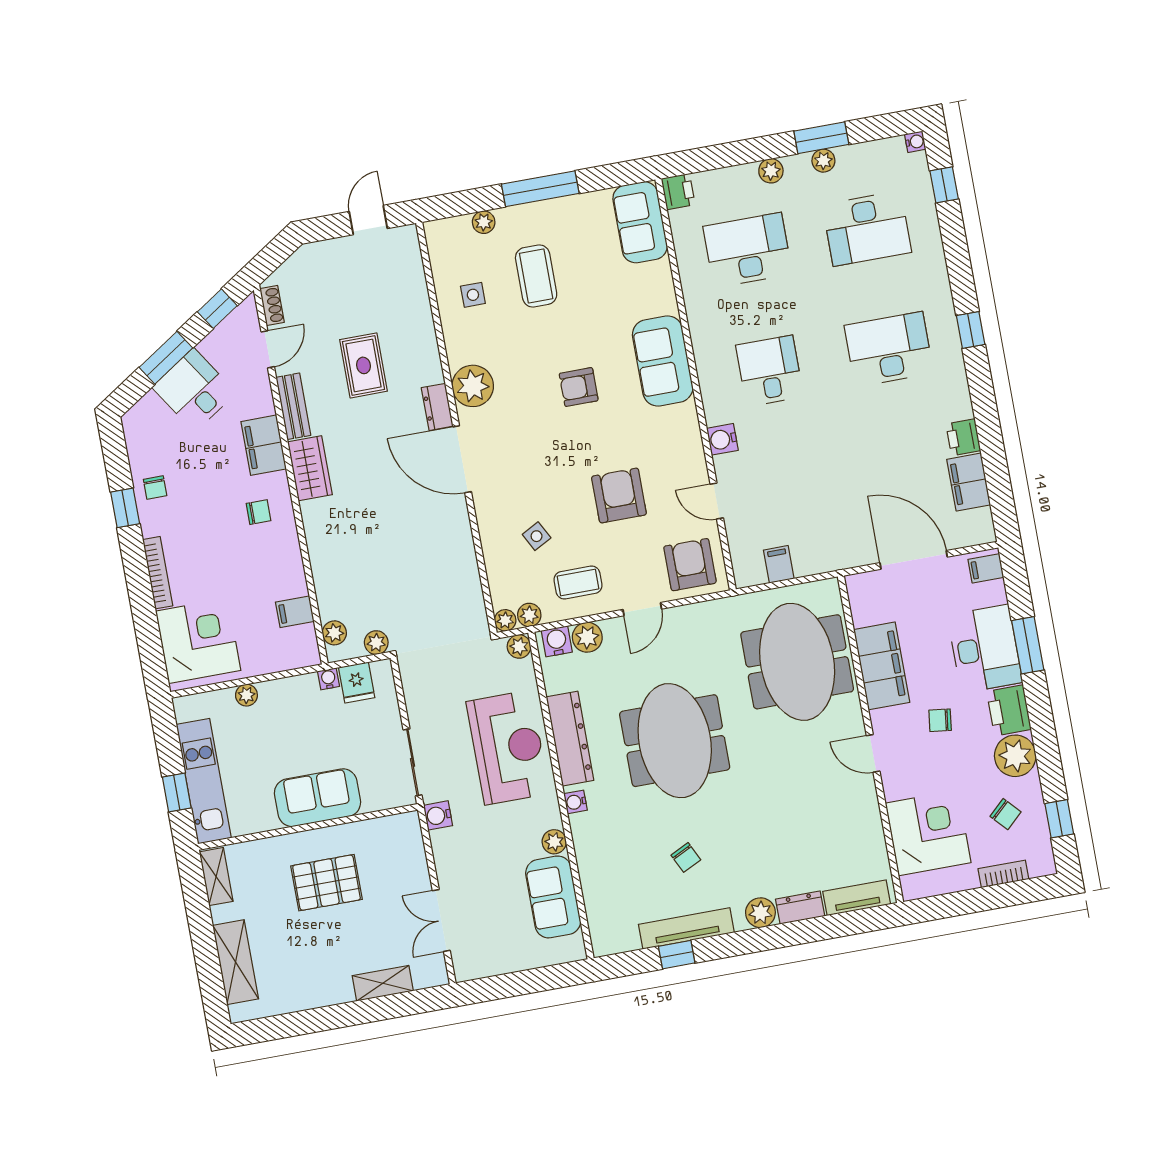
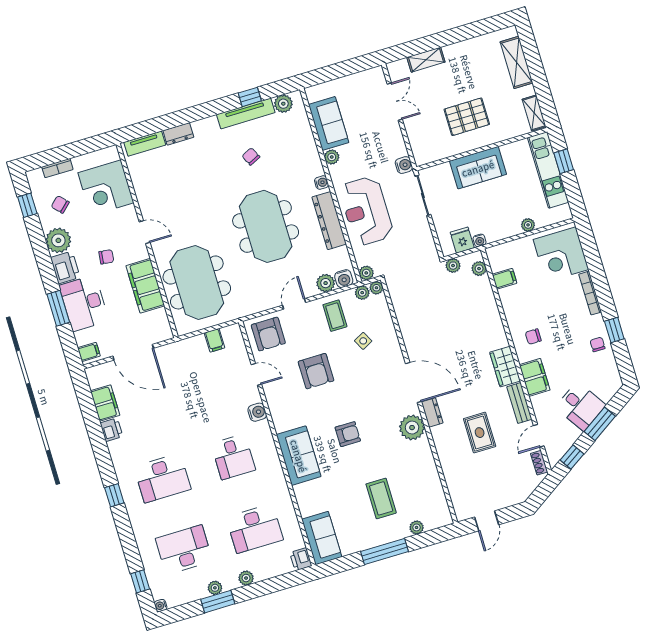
side table: (473, 295) -> (418, 483), removed
coffee table: (578, 582) -> (335, 316), turned 90
plant: (760, 913) -> (283, 104), moved

